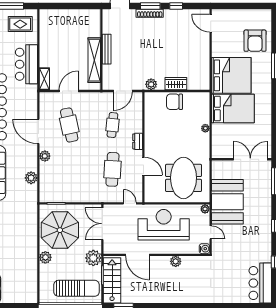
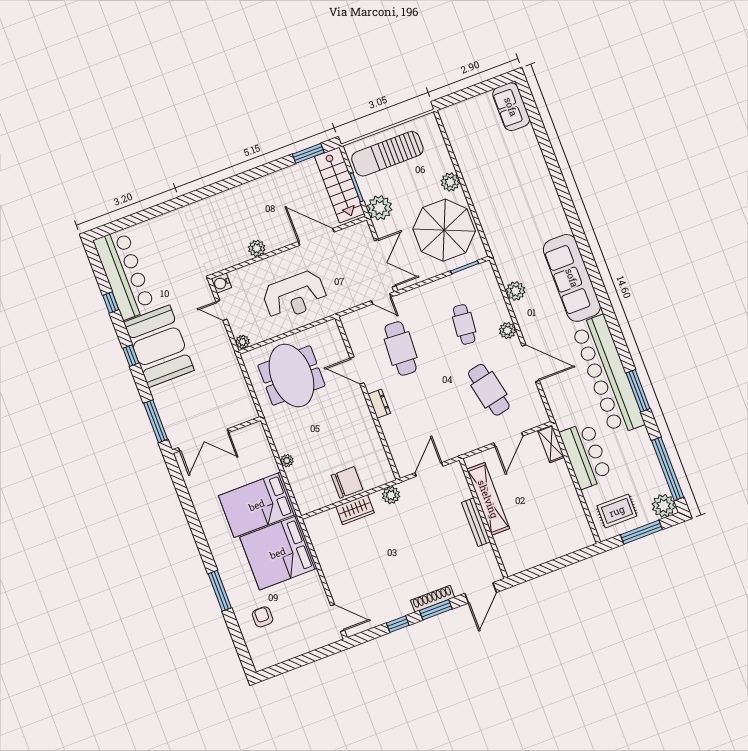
armchair: (255, 41) -> (263, 617), width x0.53, depth x0.53
cafe table: (112, 125) -> (464, 324), moved
booth: (227, 202) -> (159, 346), moved
door: (130, 203) -> (381, 299), moved
reception desk: (164, 225) -> (295, 296), width x0.74, depth x0.77
bar counter: (260, 283) -> (124, 274), width x1.36

